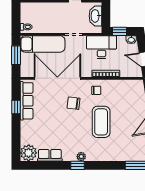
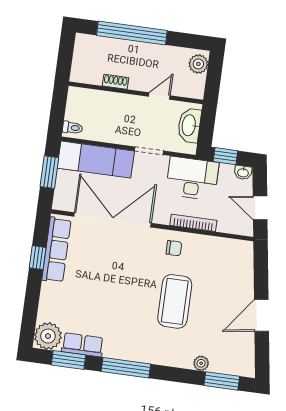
chair: (74, 103) -> (134, 264), removed
plant: (81, 157) -> (201, 363), moved
window: (43, 165) -> (68, 360), added
window: (77, 165) -> (126, 368), width x2.17

